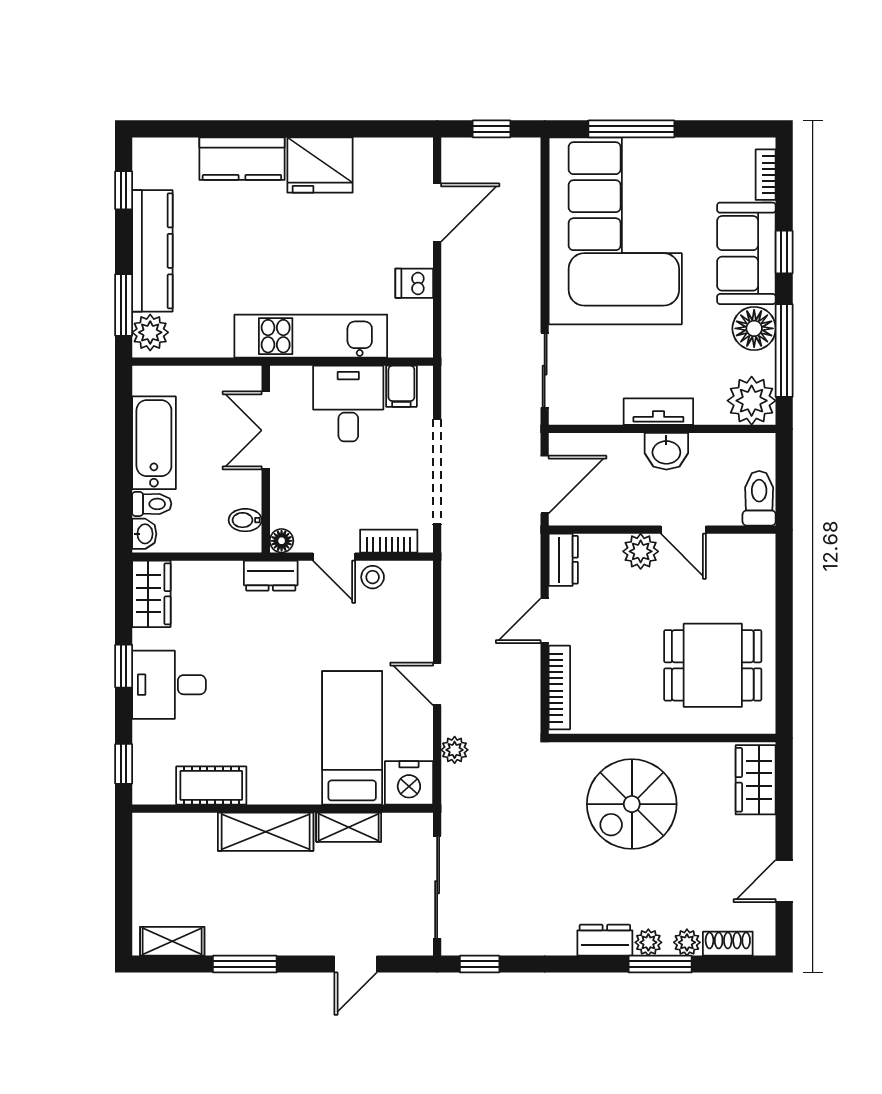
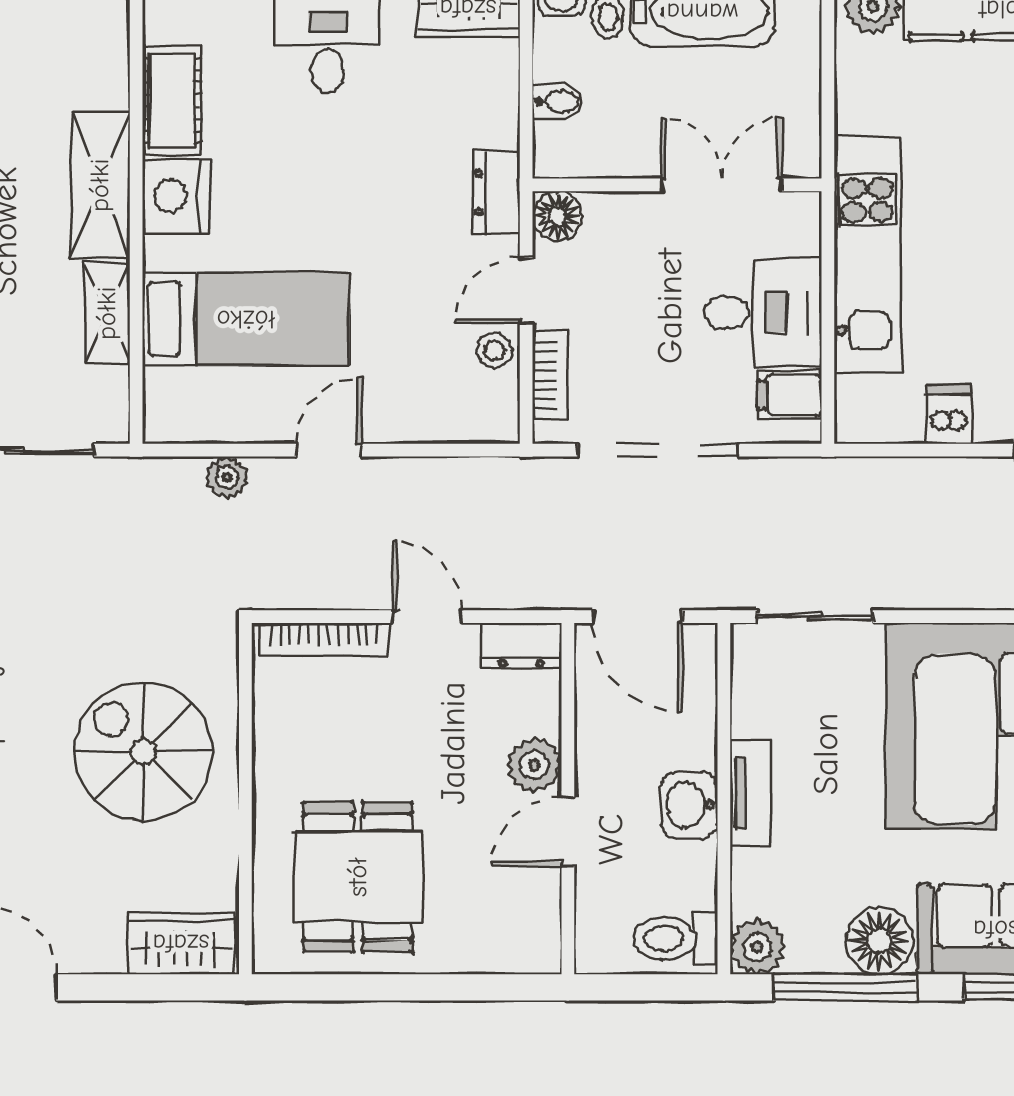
plant: (752, 401) -> (758, 947), width x0.73, depth x0.73
toilet: (759, 498) -> (675, 939), moved, turned 180
bidet: (245, 520) -> (558, 102), moved, turned 90
floor lamp: (282, 541) -> (557, 216), width x1.37, depth x1.37
nightstand: (409, 783) -> (176, 196), moved

